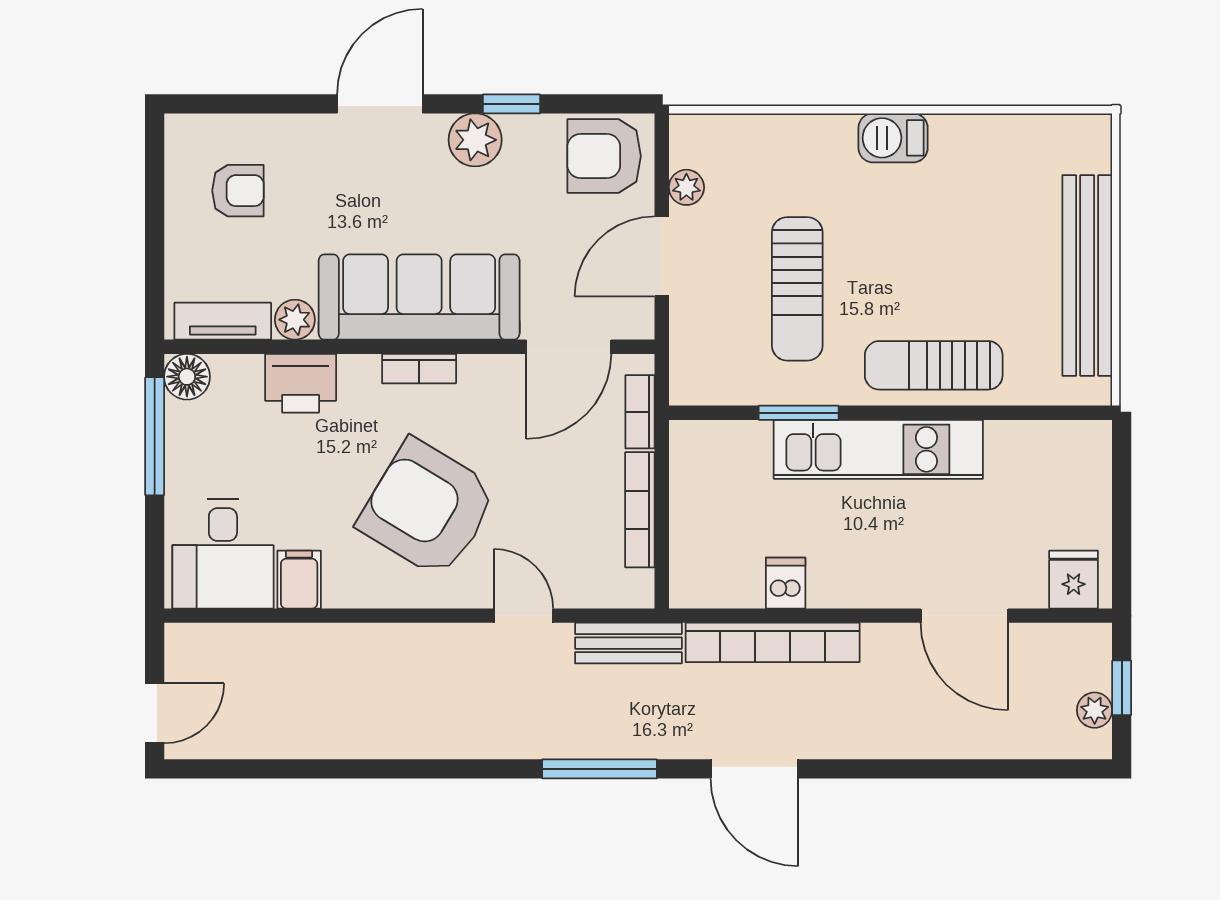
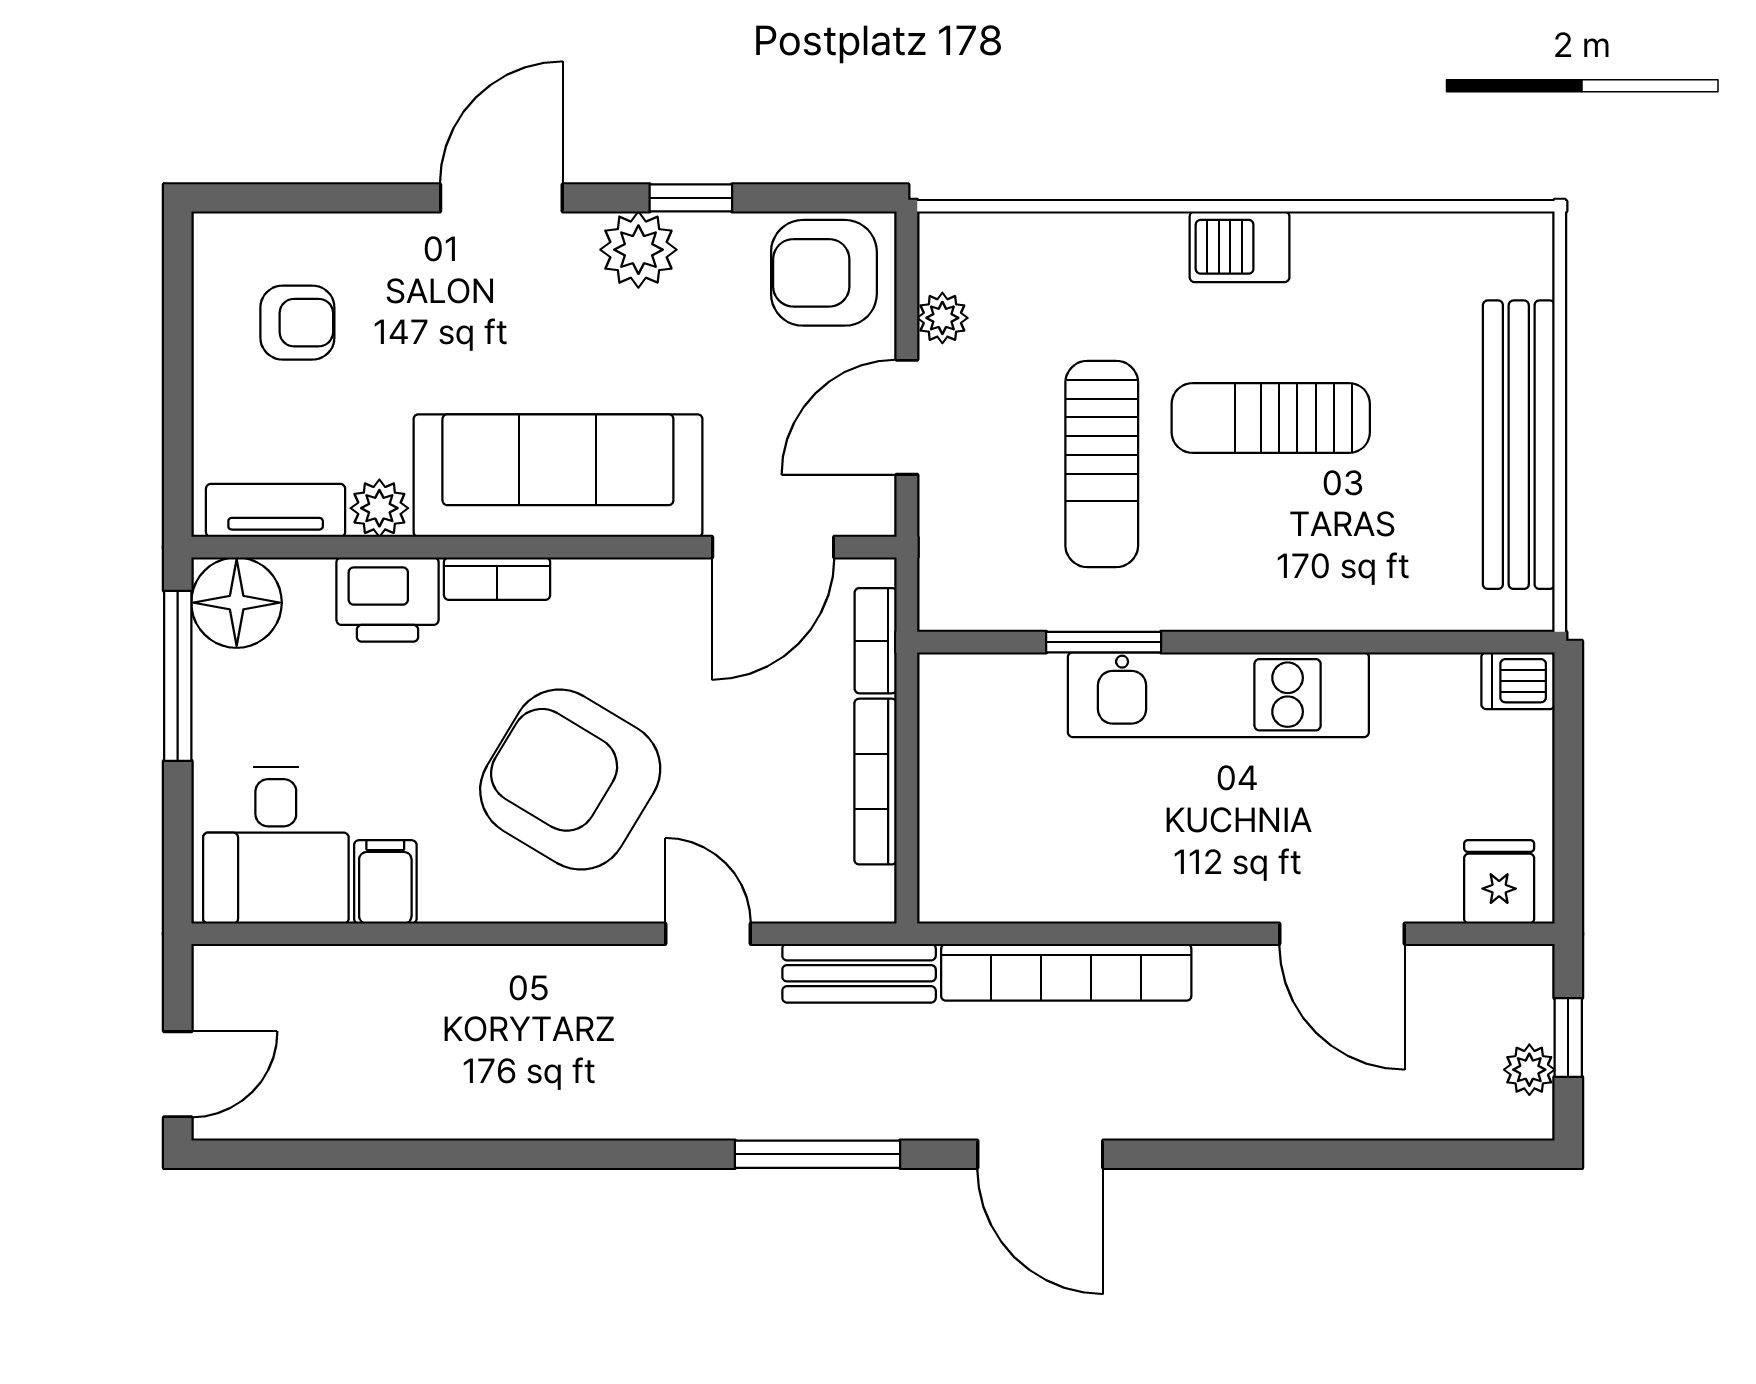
sun lounger: (934, 365) -> (1271, 418), moved
bookcase: (419, 369) -> (497, 579), moved
floor lamp: (187, 377) -> (237, 603), width x1.38, depth x1.38
dishwasher: (786, 583) -> (1518, 681), moved, turned -90

